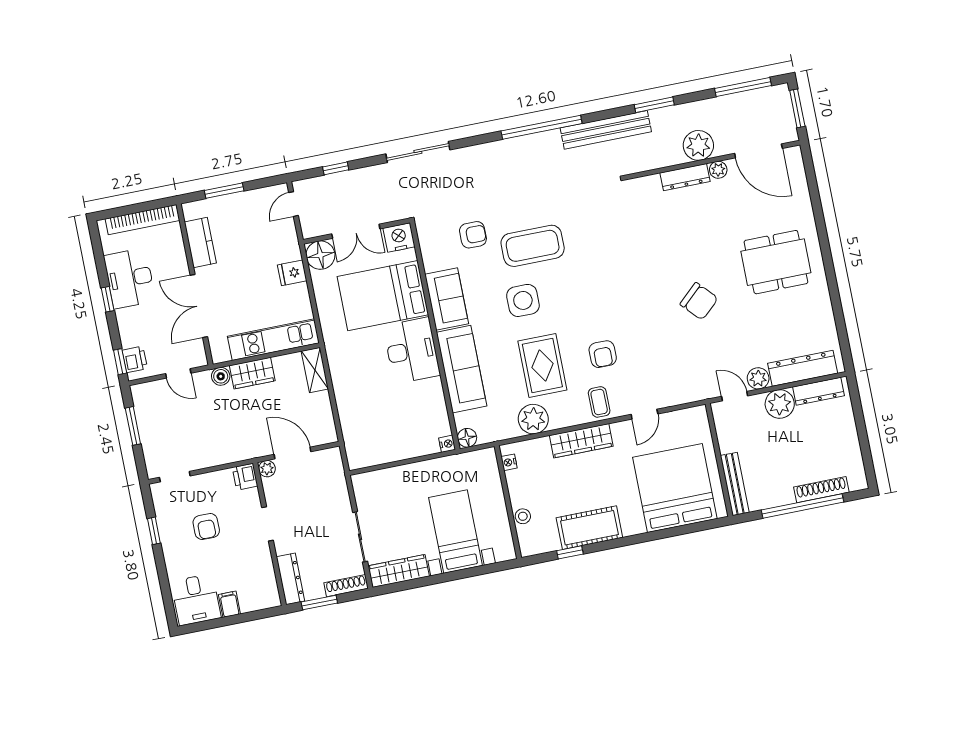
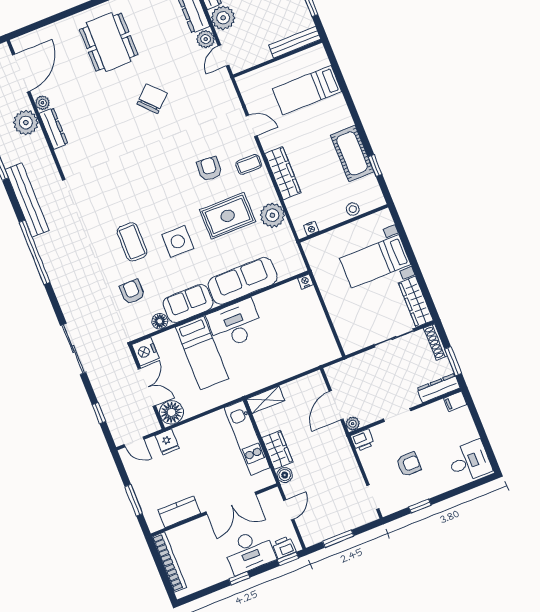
coffee table: (533, 246) -> (132, 242), width x0.73, depth x0.76
fridge: (292, 273) -> (167, 442), moved
desk: (130, 278) -> (249, 551), moved
bed: (383, 296) -> (202, 353), width x0.67
armchair: (603, 354) -> (209, 169), turned -86
floor lamp: (467, 438) -> (160, 321), moved
bed: (675, 488) -> (307, 90), width x0.49
filing cabinet: (229, 604) -> (455, 401), moved

